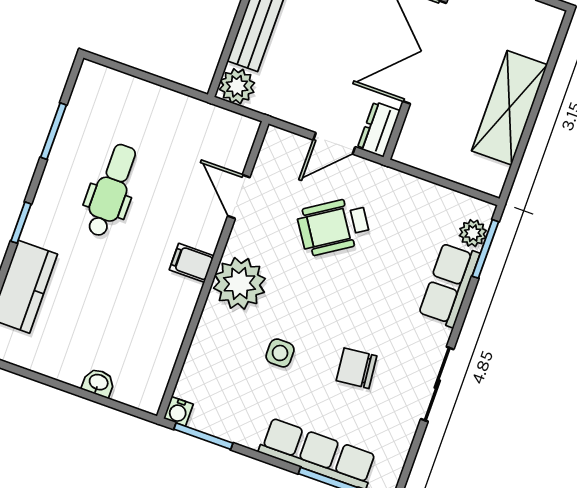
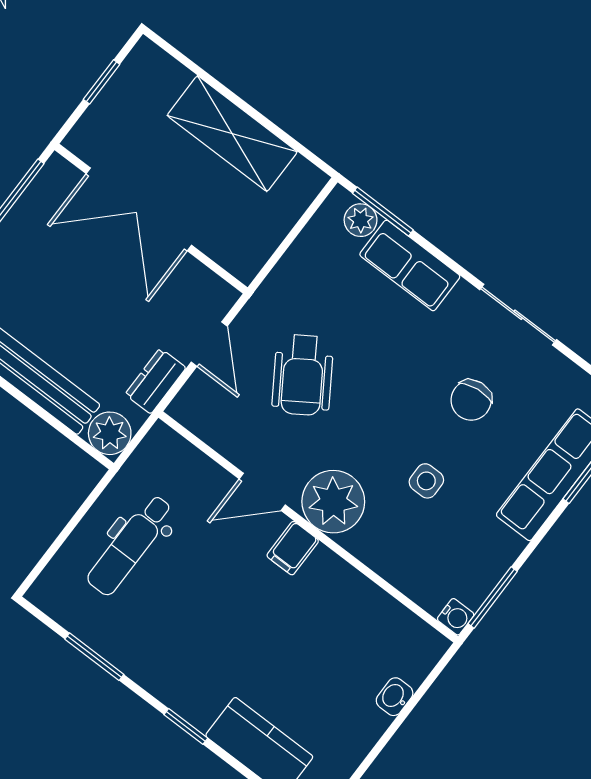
dresser: (379, 129) -> (155, 381), moved, turned 90
dental chair: (111, 190) -> (130, 545), moved, turned -90
door: (239, 197) -> (262, 492), moved

